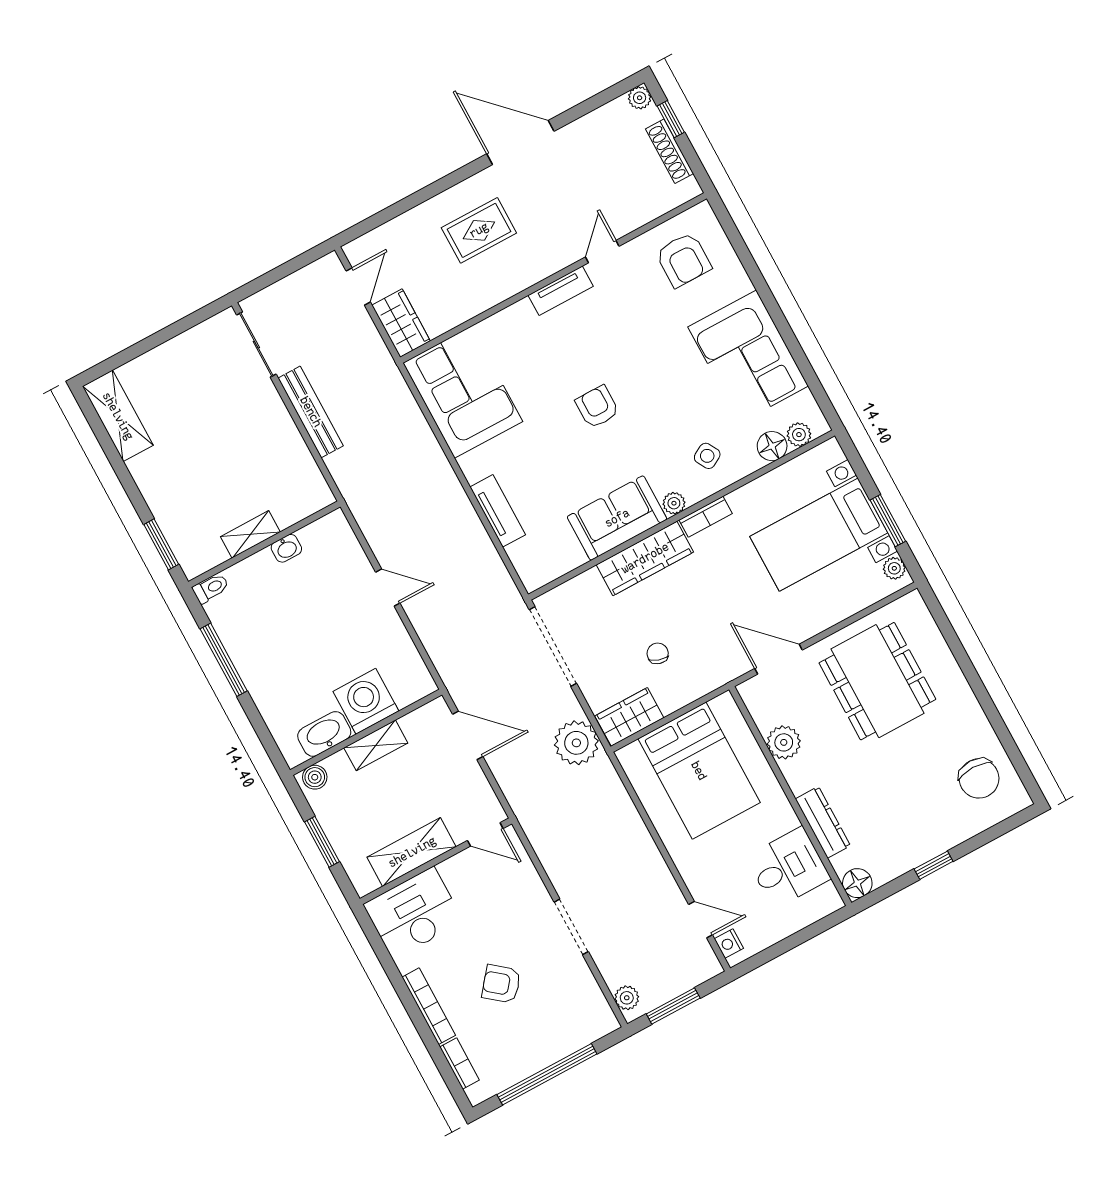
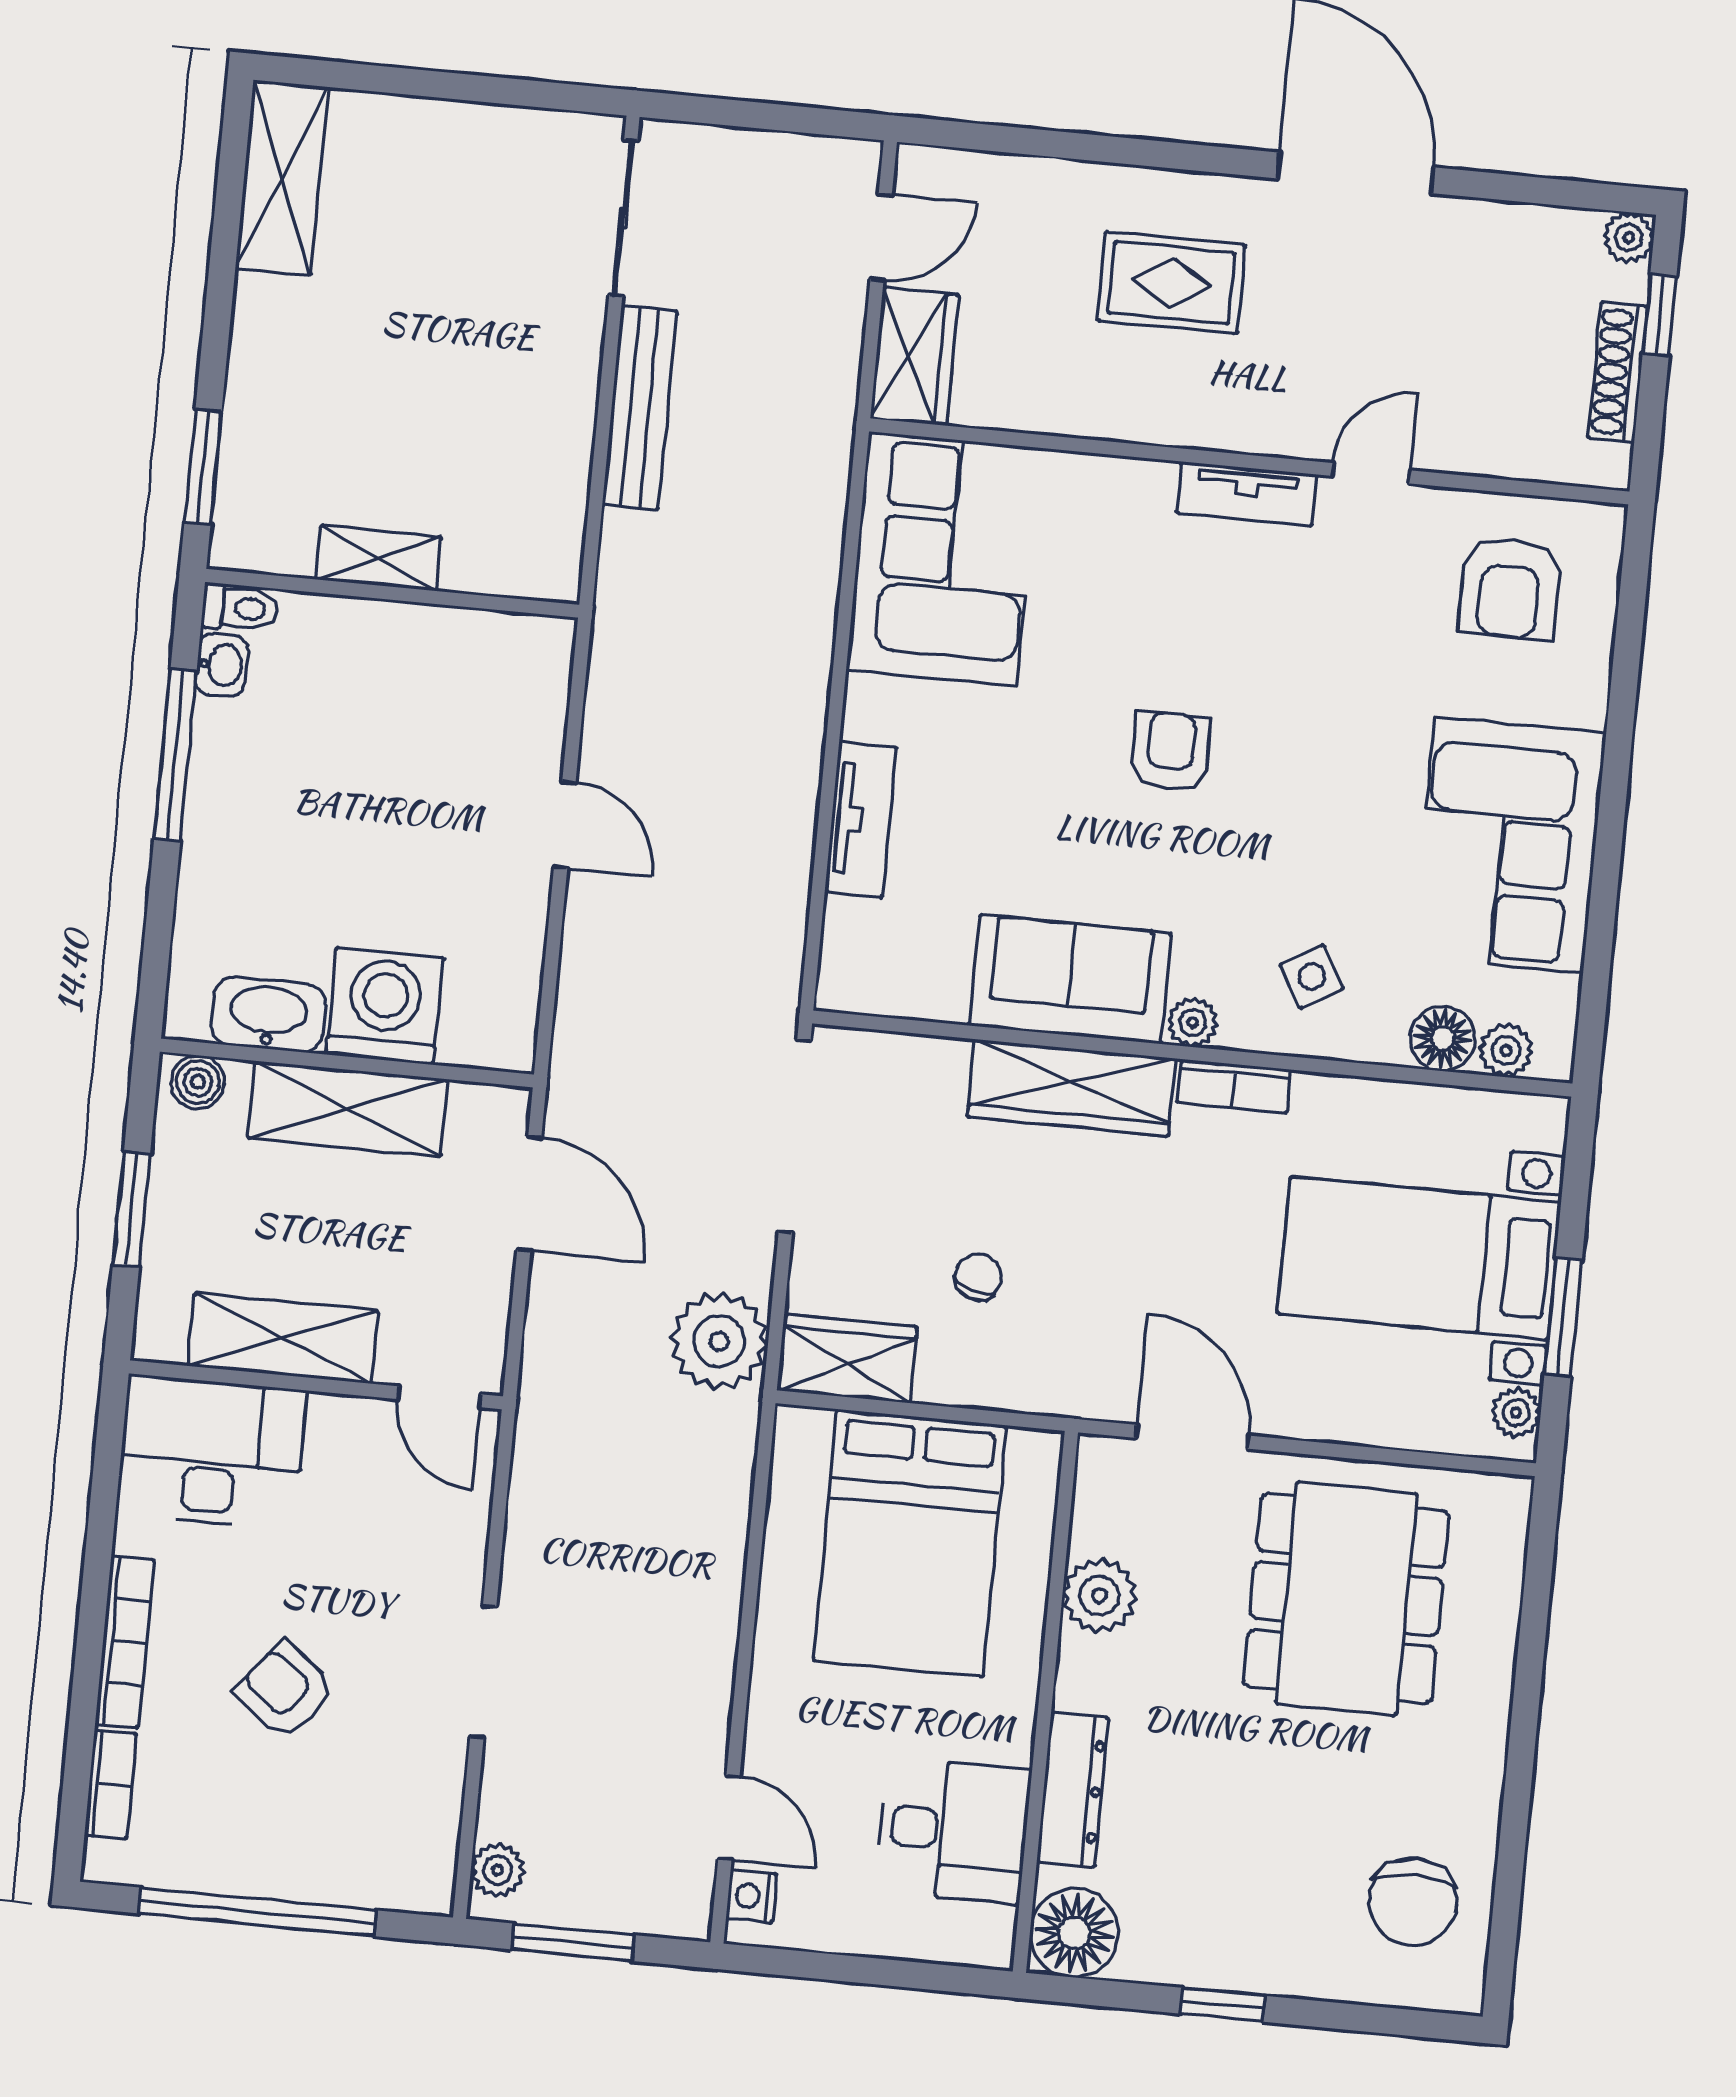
washbasin: (286, 548) -> (222, 665), moved, turned -90
shelving: (376, 745) -> (348, 1109), width x1.50, depth x1.33
floor lamp: (857, 883) -> (1074, 1933), width x1.38, depth x1.38

